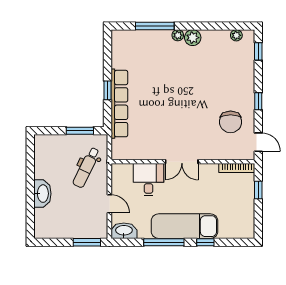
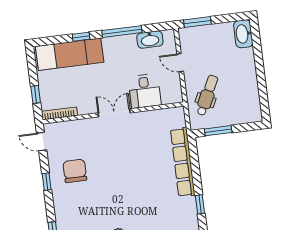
window: (107, 90) -> (200, 204), moved
chair: (231, 122) -> (75, 171), moved
washbasin: (42, 194) -> (243, 34), moved
exam couch: (185, 226) -> (70, 54), moved
washbasin: (124, 231) -> (150, 40), moved

